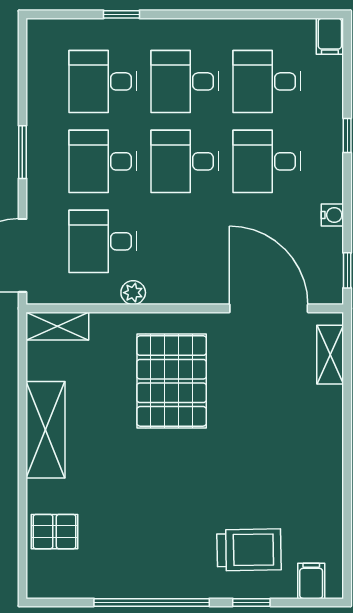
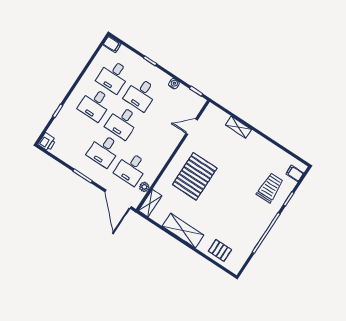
printer: (44, 34) -> (47, 142), added
desk: (103, 81) -> (76, 132), removed
plant: (133, 293) -> (144, 187), moved
door: (269, 308) -> (192, 127), width x0.53
shelving: (330, 355) -> (238, 127), moved
pallet: (172, 381) -> (195, 176), turned 90
pallet: (55, 532) -> (220, 250), turned 90

